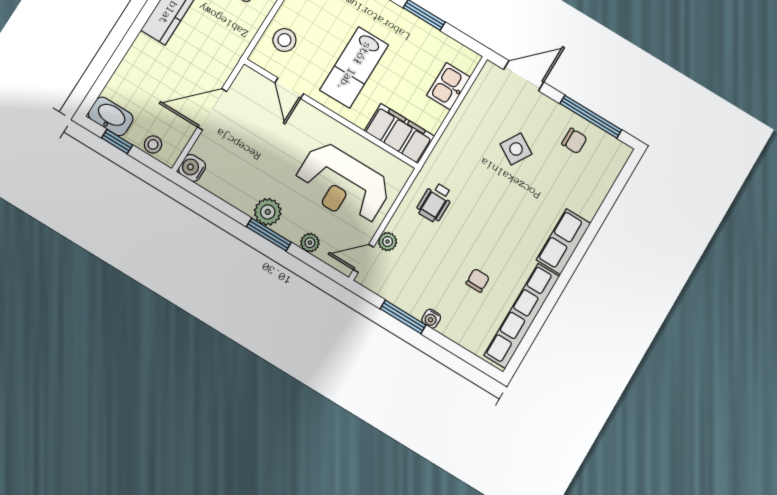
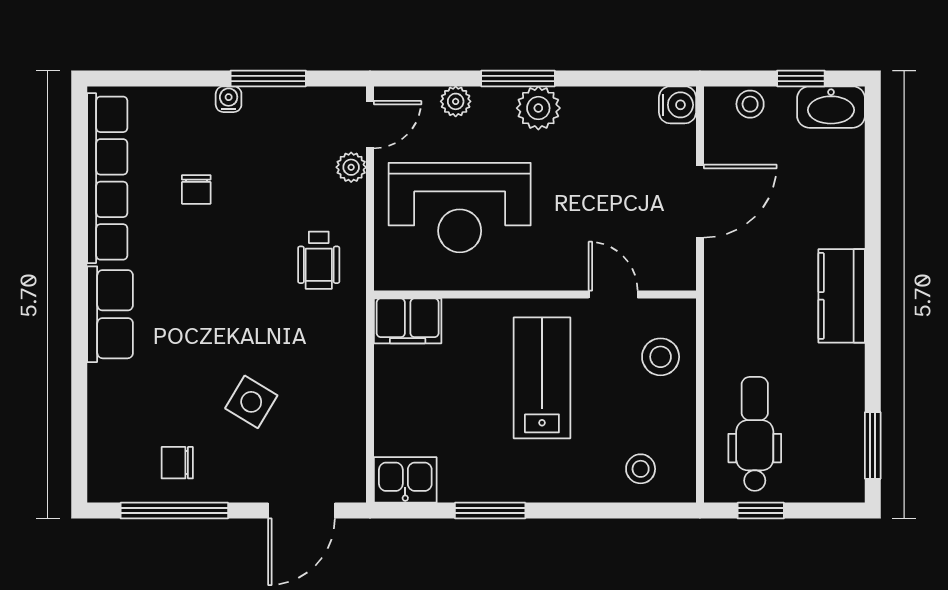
kitchen sink: (448, 86) -> (405, 480), moved, turned -90
filing cabinet: (399, 134) -> (408, 321), width x0.67, depth x0.86
reception desk: (343, 184) -> (460, 208), turned 180
wheelchair: (435, 202) -> (319, 260), turned 180

